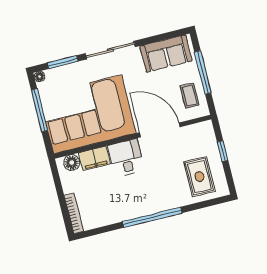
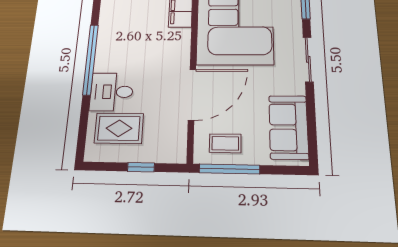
sliding door: (110, 50) -> (308, 59), width x0.73
window: (203, 72) -> (229, 169), moved
desk: (126, 158) -> (112, 92), moved, turned 180

